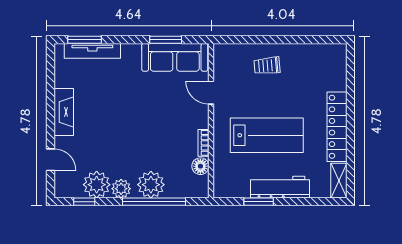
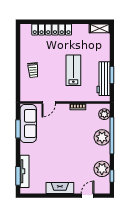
locker: (337, 127) -> (52, 30), moved
lab bench: (267, 135) -> (73, 70), width x0.73, depth x0.72
floor lamp: (200, 166) -> (91, 109), removed
workbench: (280, 187) -> (103, 79), moved
plant: (121, 189) -> (104, 114), moved

